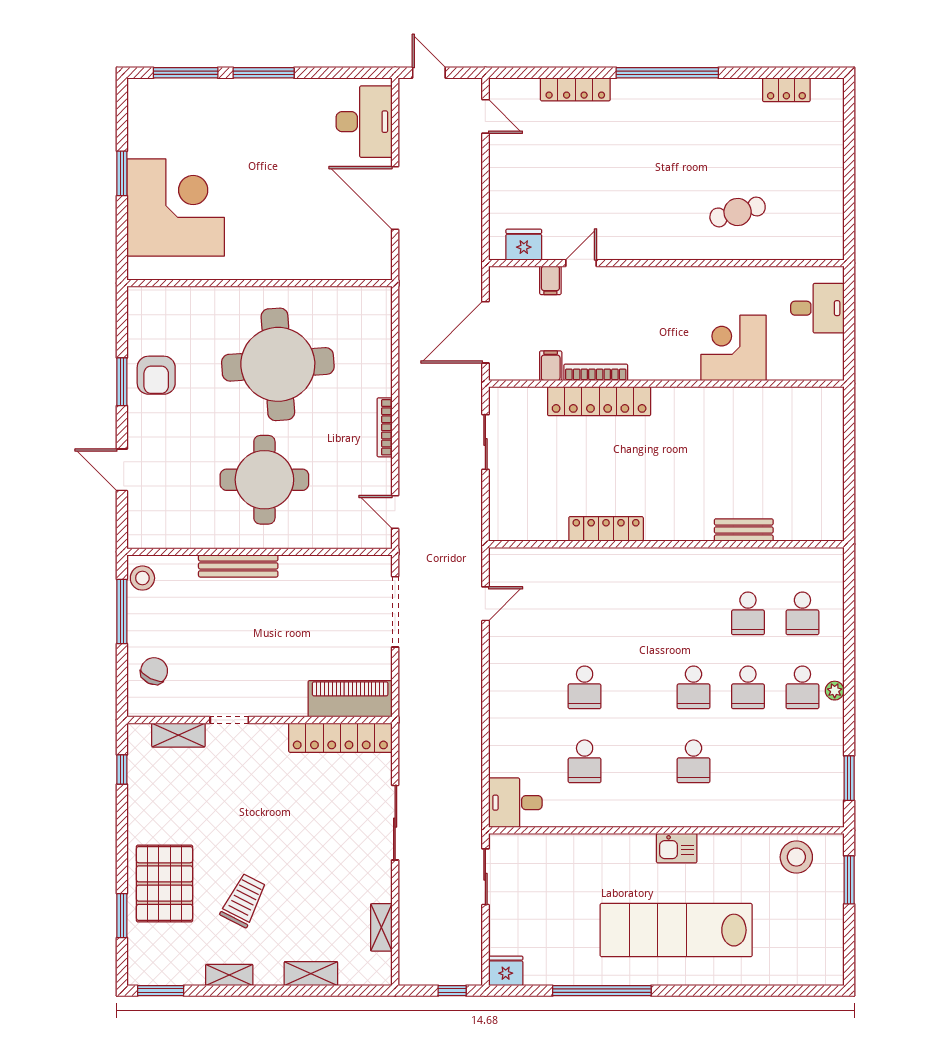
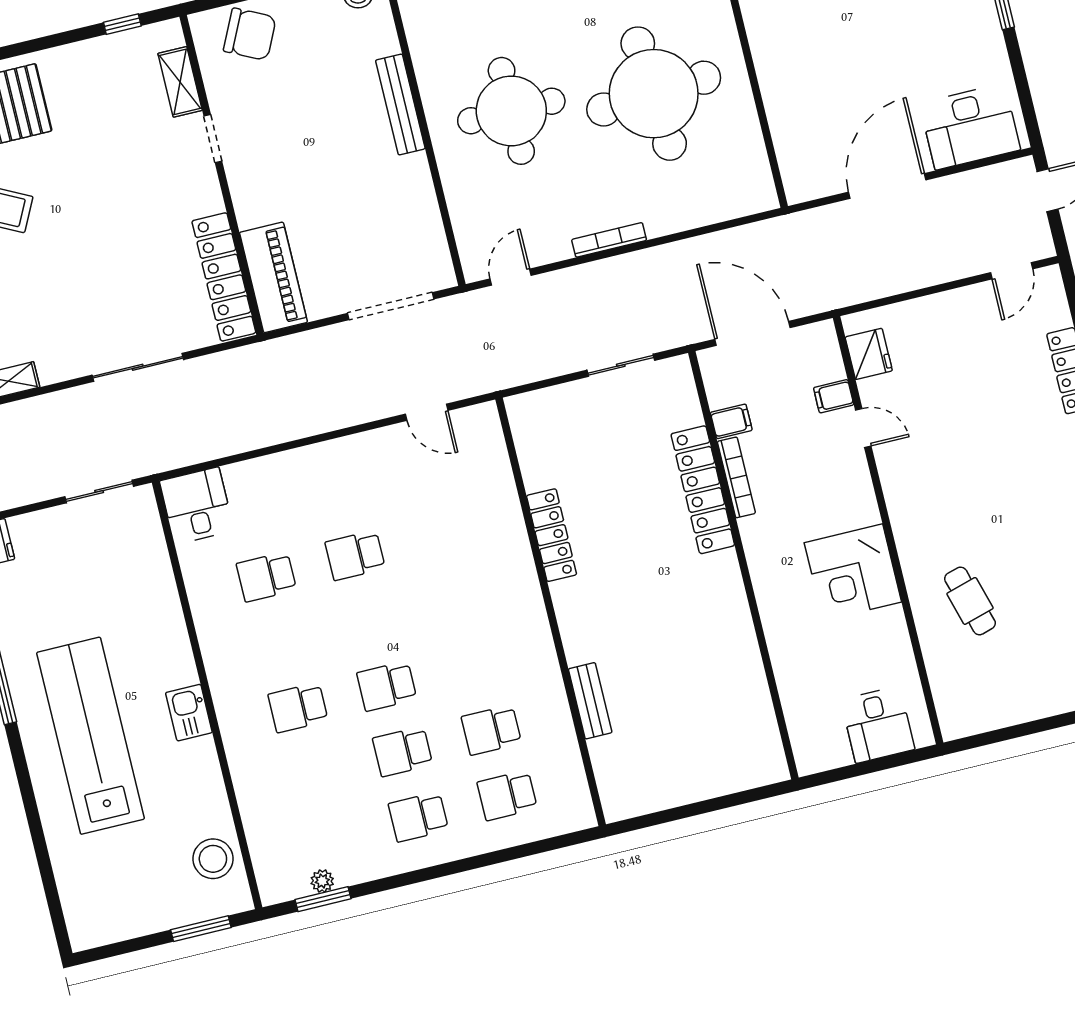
corner desk: (733, 348) -> (853, 572), moved, turned 180
chair: (154, 671) -> (250, 34), width x1.37, depth x1.37
plant: (835, 691) -> (322, 881), moved

